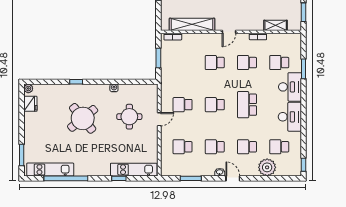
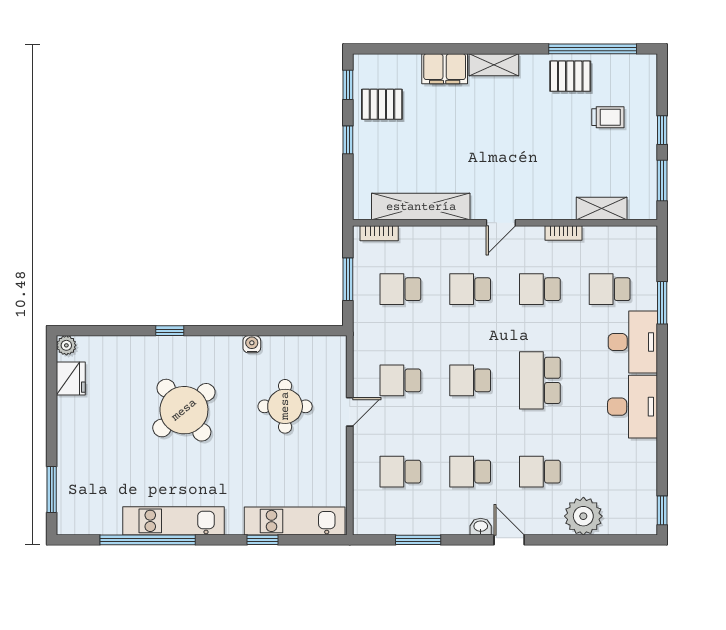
school desk: (279, 147) -> (400, 289), moved
kitchen unit: (50, 170) -> (174, 521), moved

